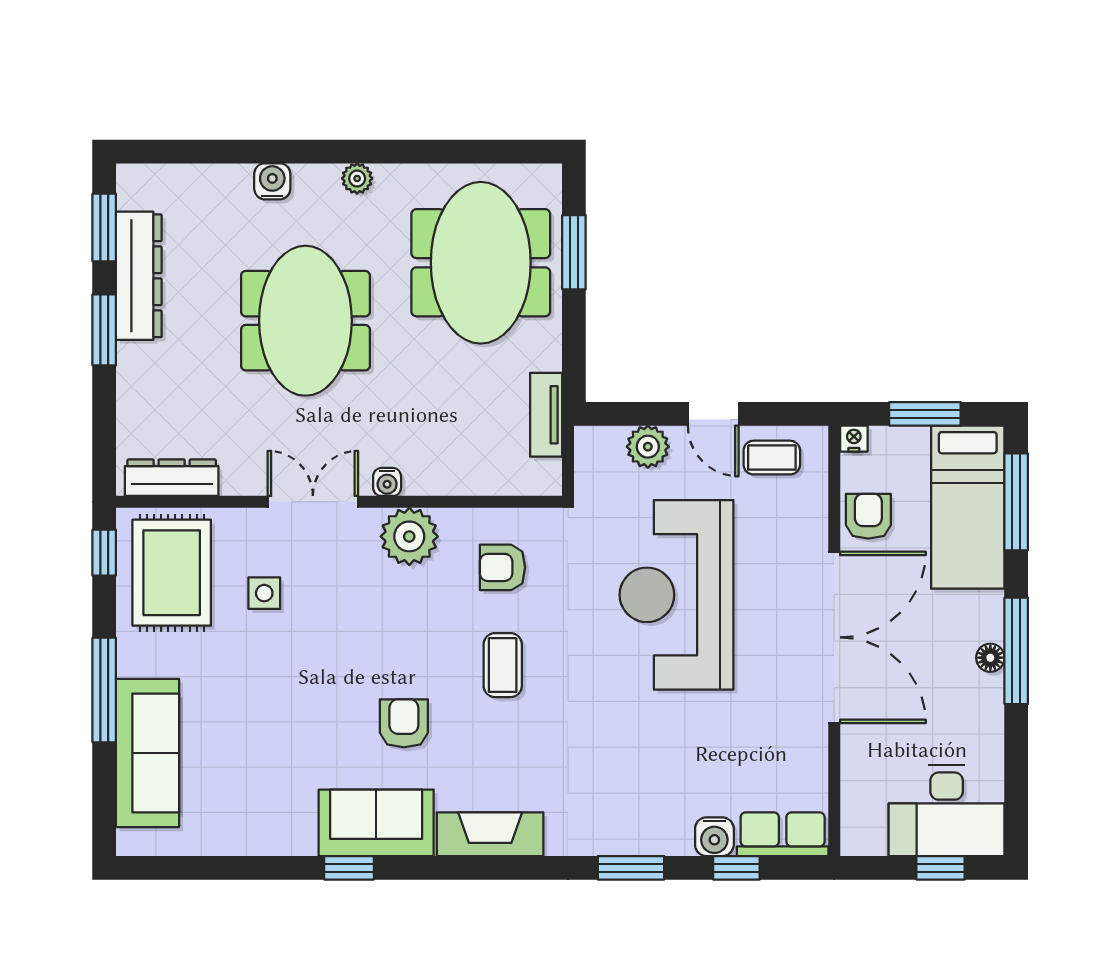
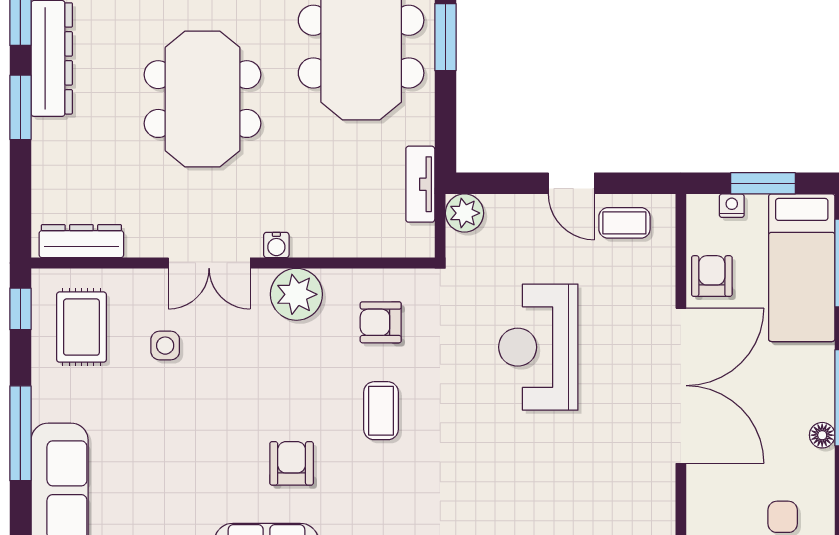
nightstand: (854, 439) -> (732, 206), moved
plant: (648, 447) -> (465, 213), moved
double door: (313, 502) -> (209, 263), swing flipped
rug: (172, 573) -> (81, 327), width x0.73, depth x0.70
reception desk: (677, 595) -> (538, 347), width x0.74, depth x0.77
floor lamp: (990, 658) -> (822, 435), moved

